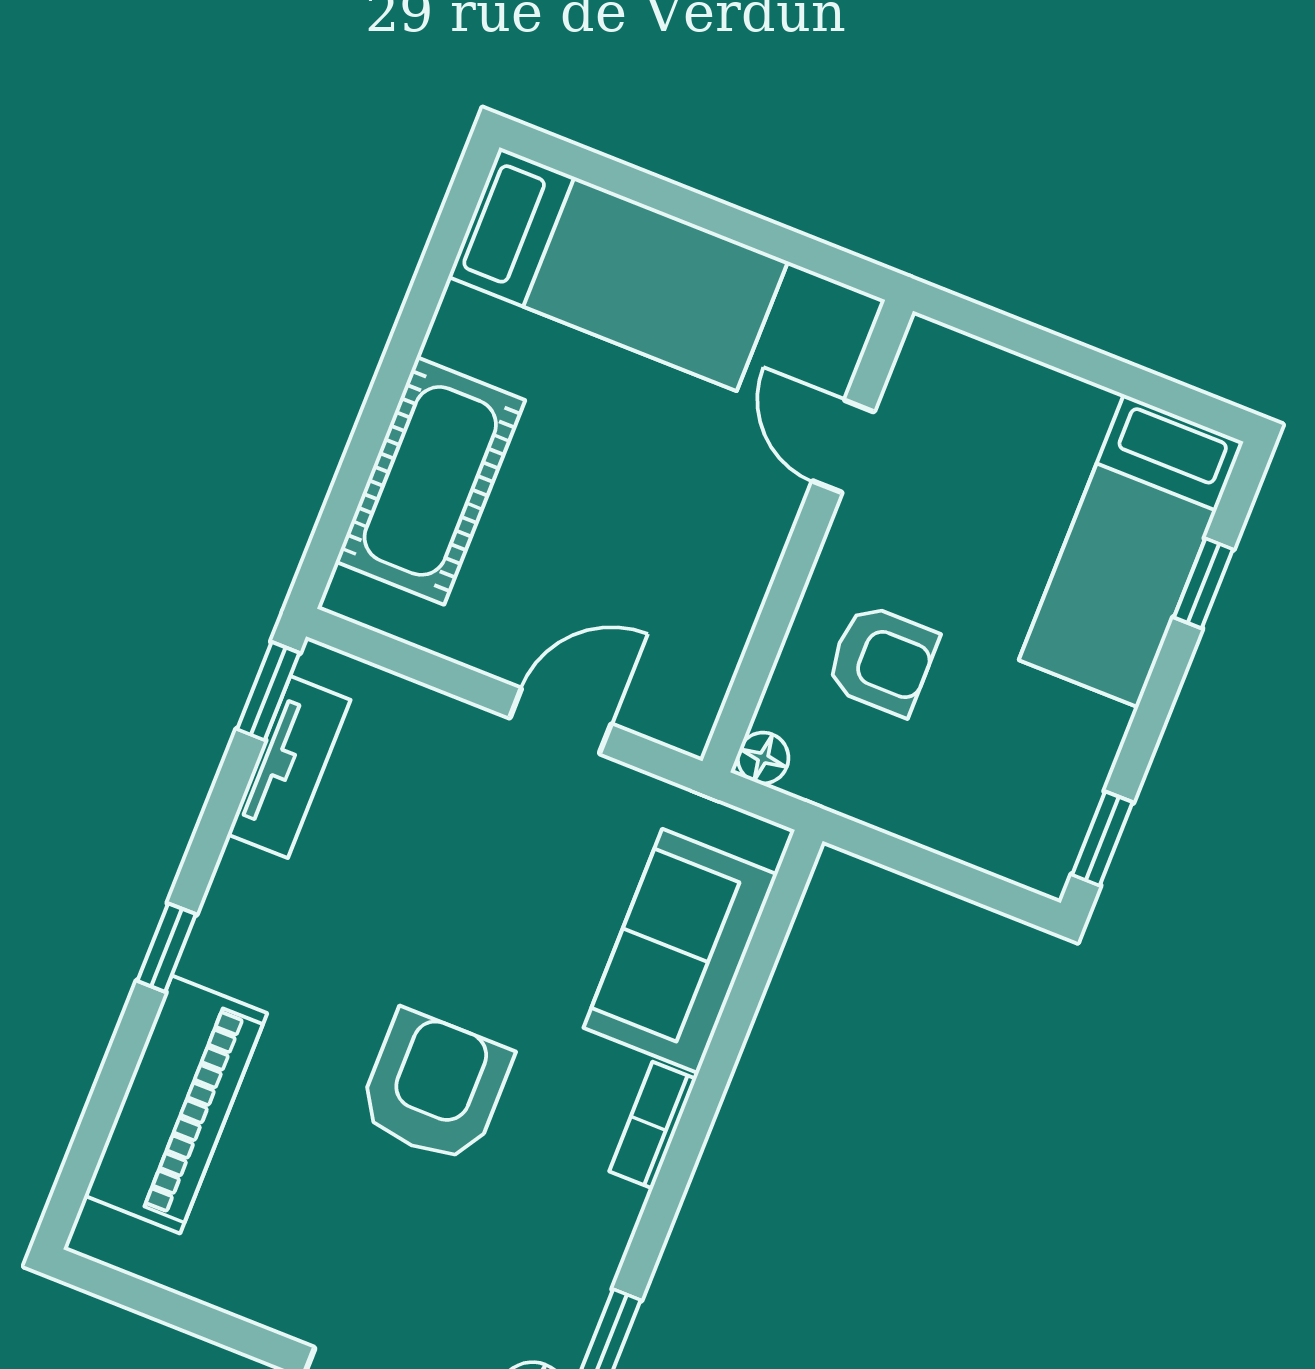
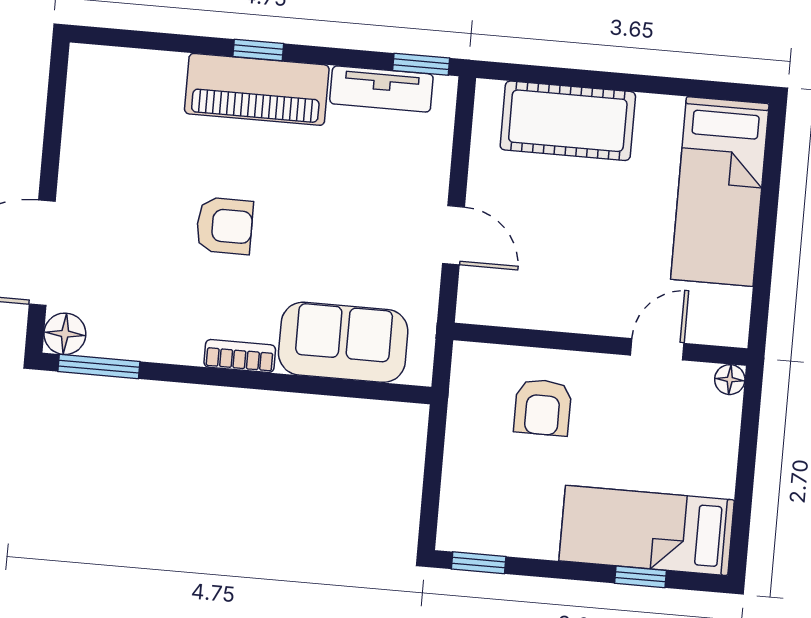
floor lamp: (763, 758) -> (730, 380), moved
armchair: (435, 1087) -> (224, 226), width x0.72, depth x0.72
piano: (176, 1104) -> (257, 89), moved

